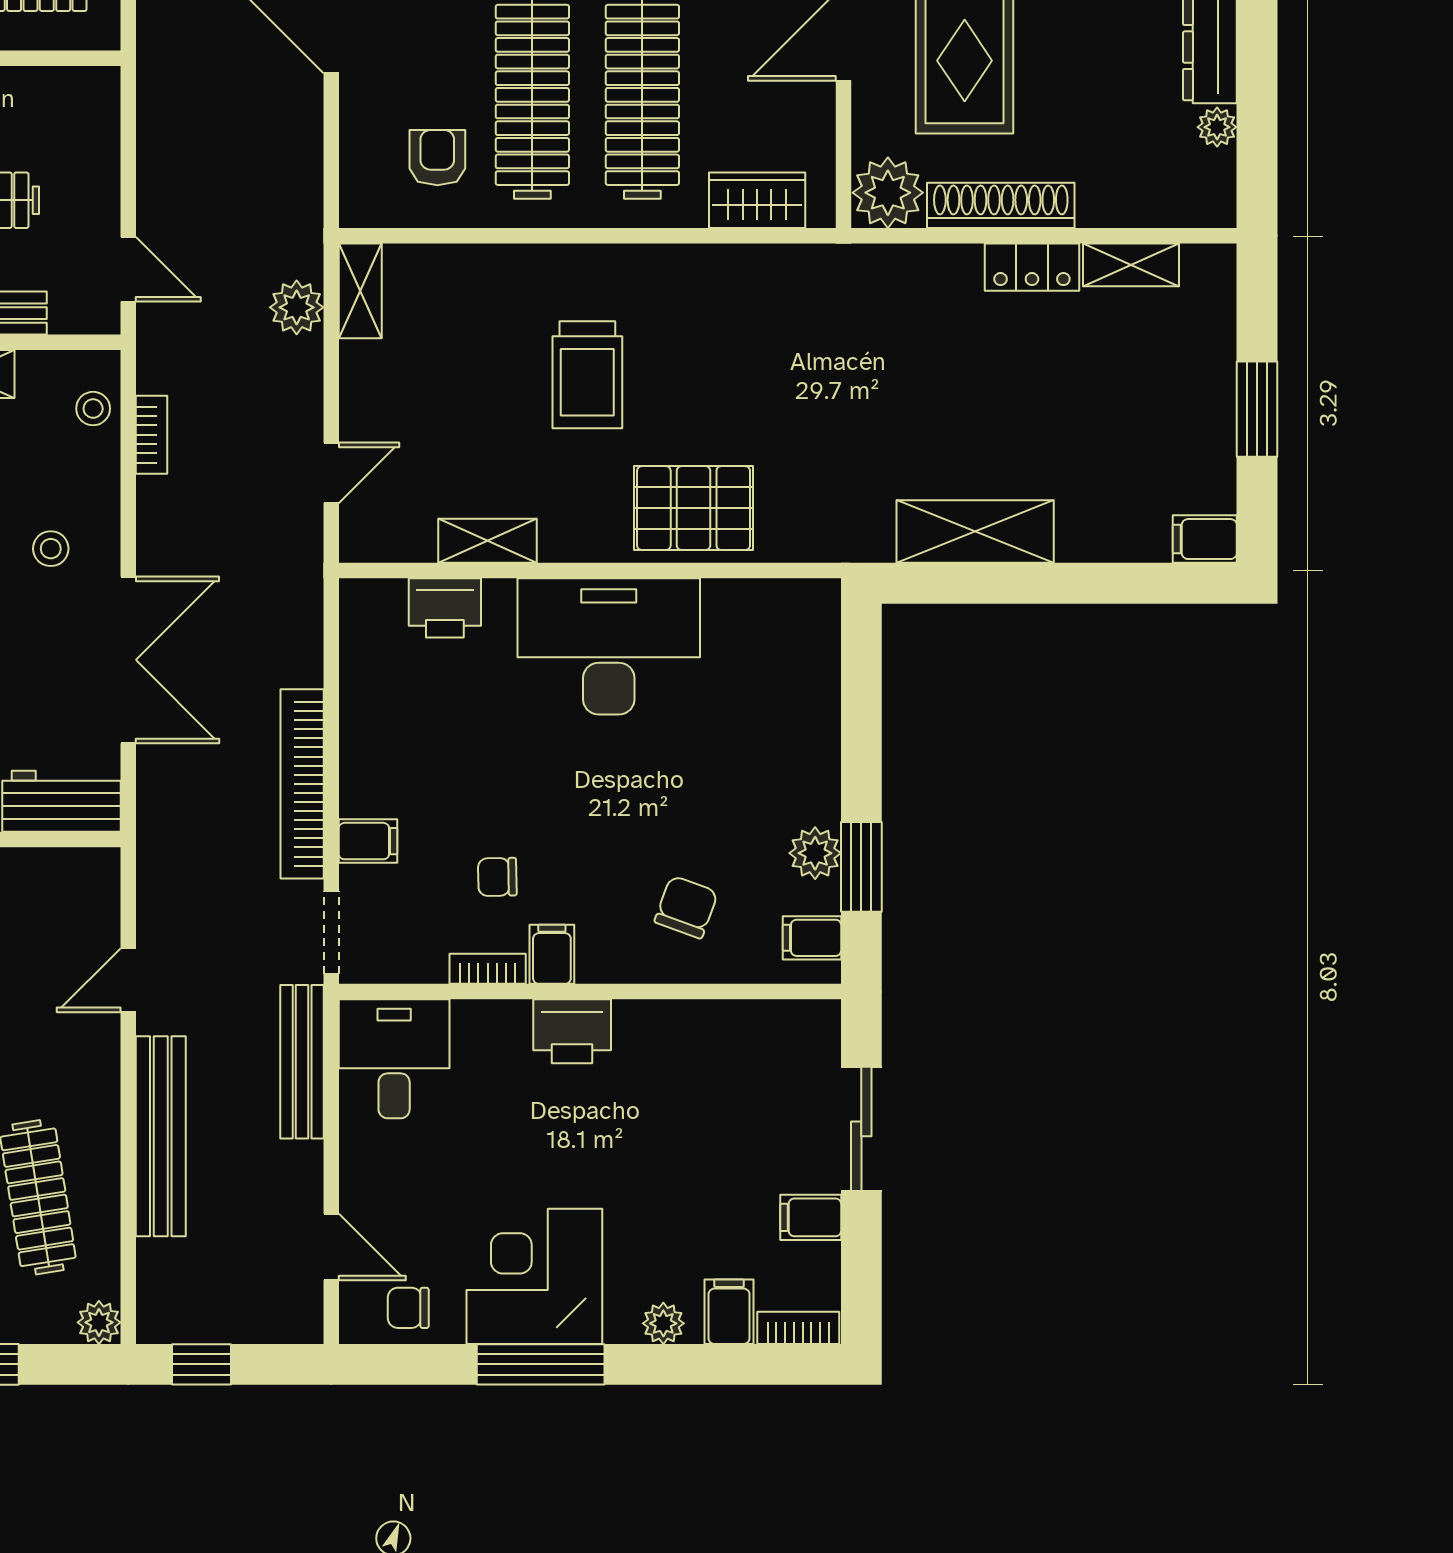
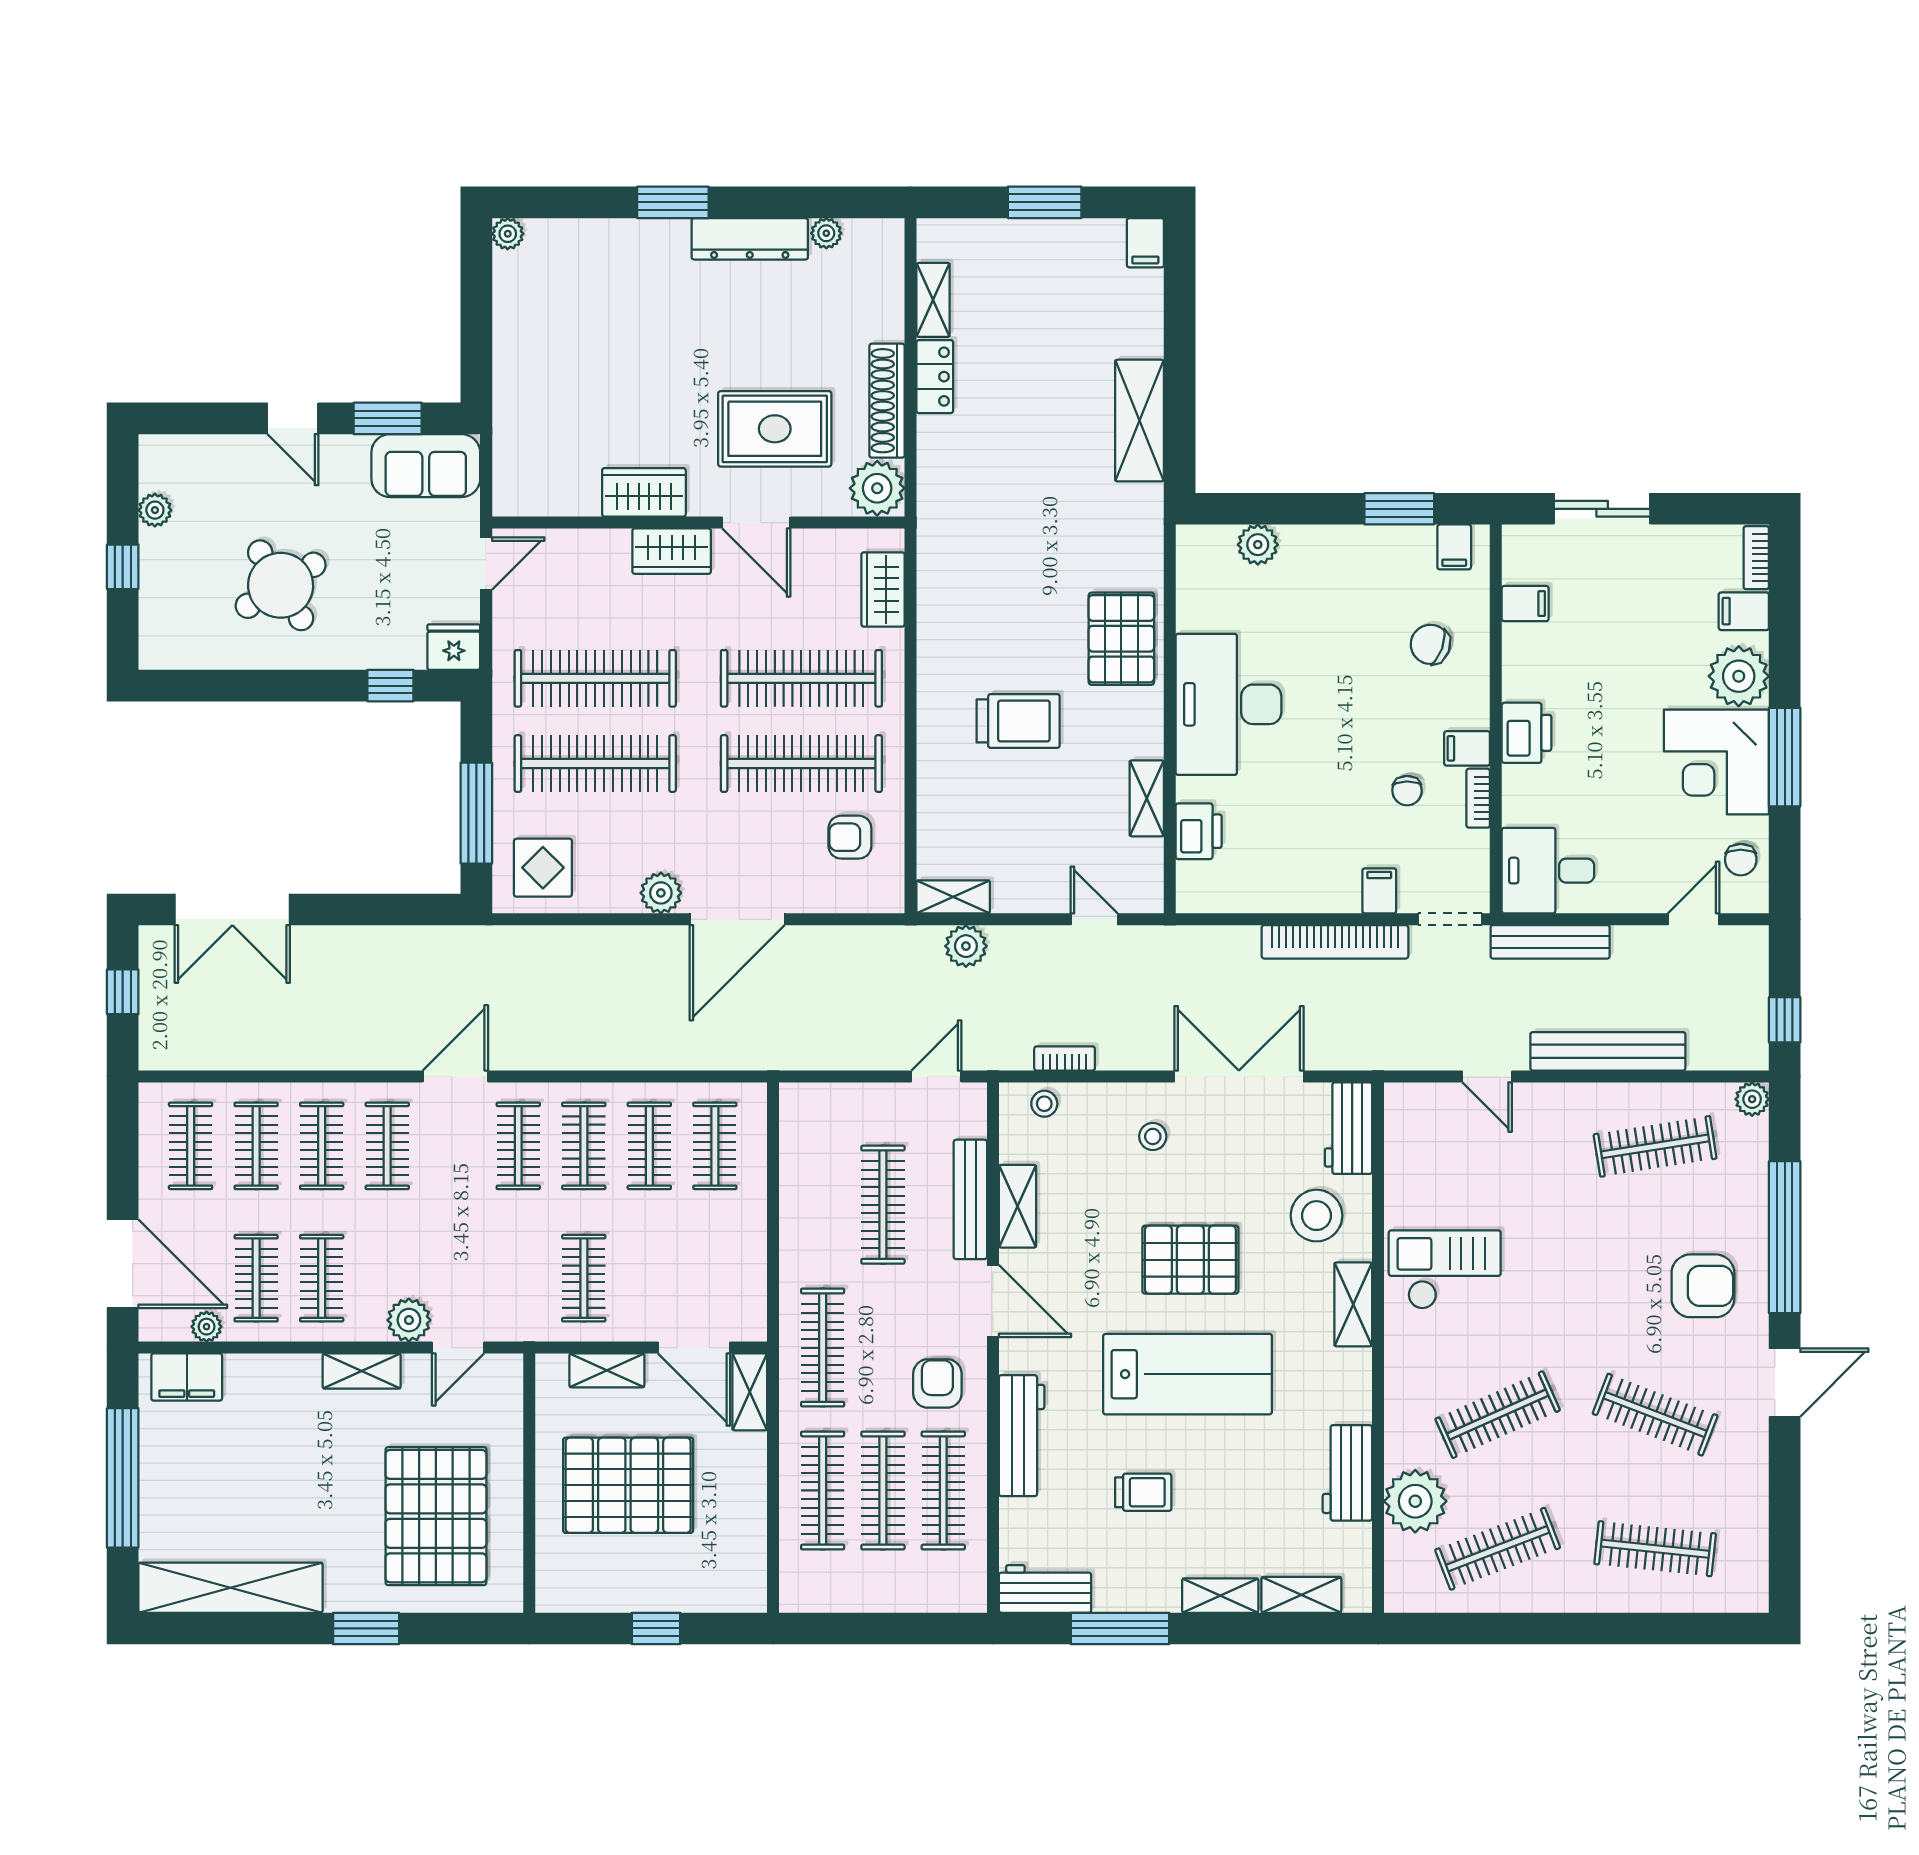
plant: (815, 853) -> (1258, 545), moved
filing cabinet: (811, 1217) -> (1525, 604), moved, turned -90
plant: (663, 1323) -> (1739, 676), width x1.87, depth x1.87

